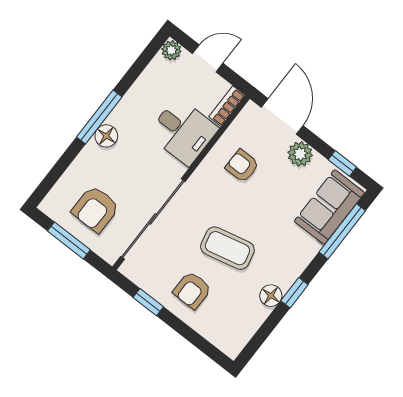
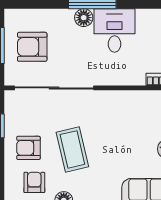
desk: (183, 131) -> (115, 30), moved, turned 180
armchair: (242, 166) -> (34, 182), moved

